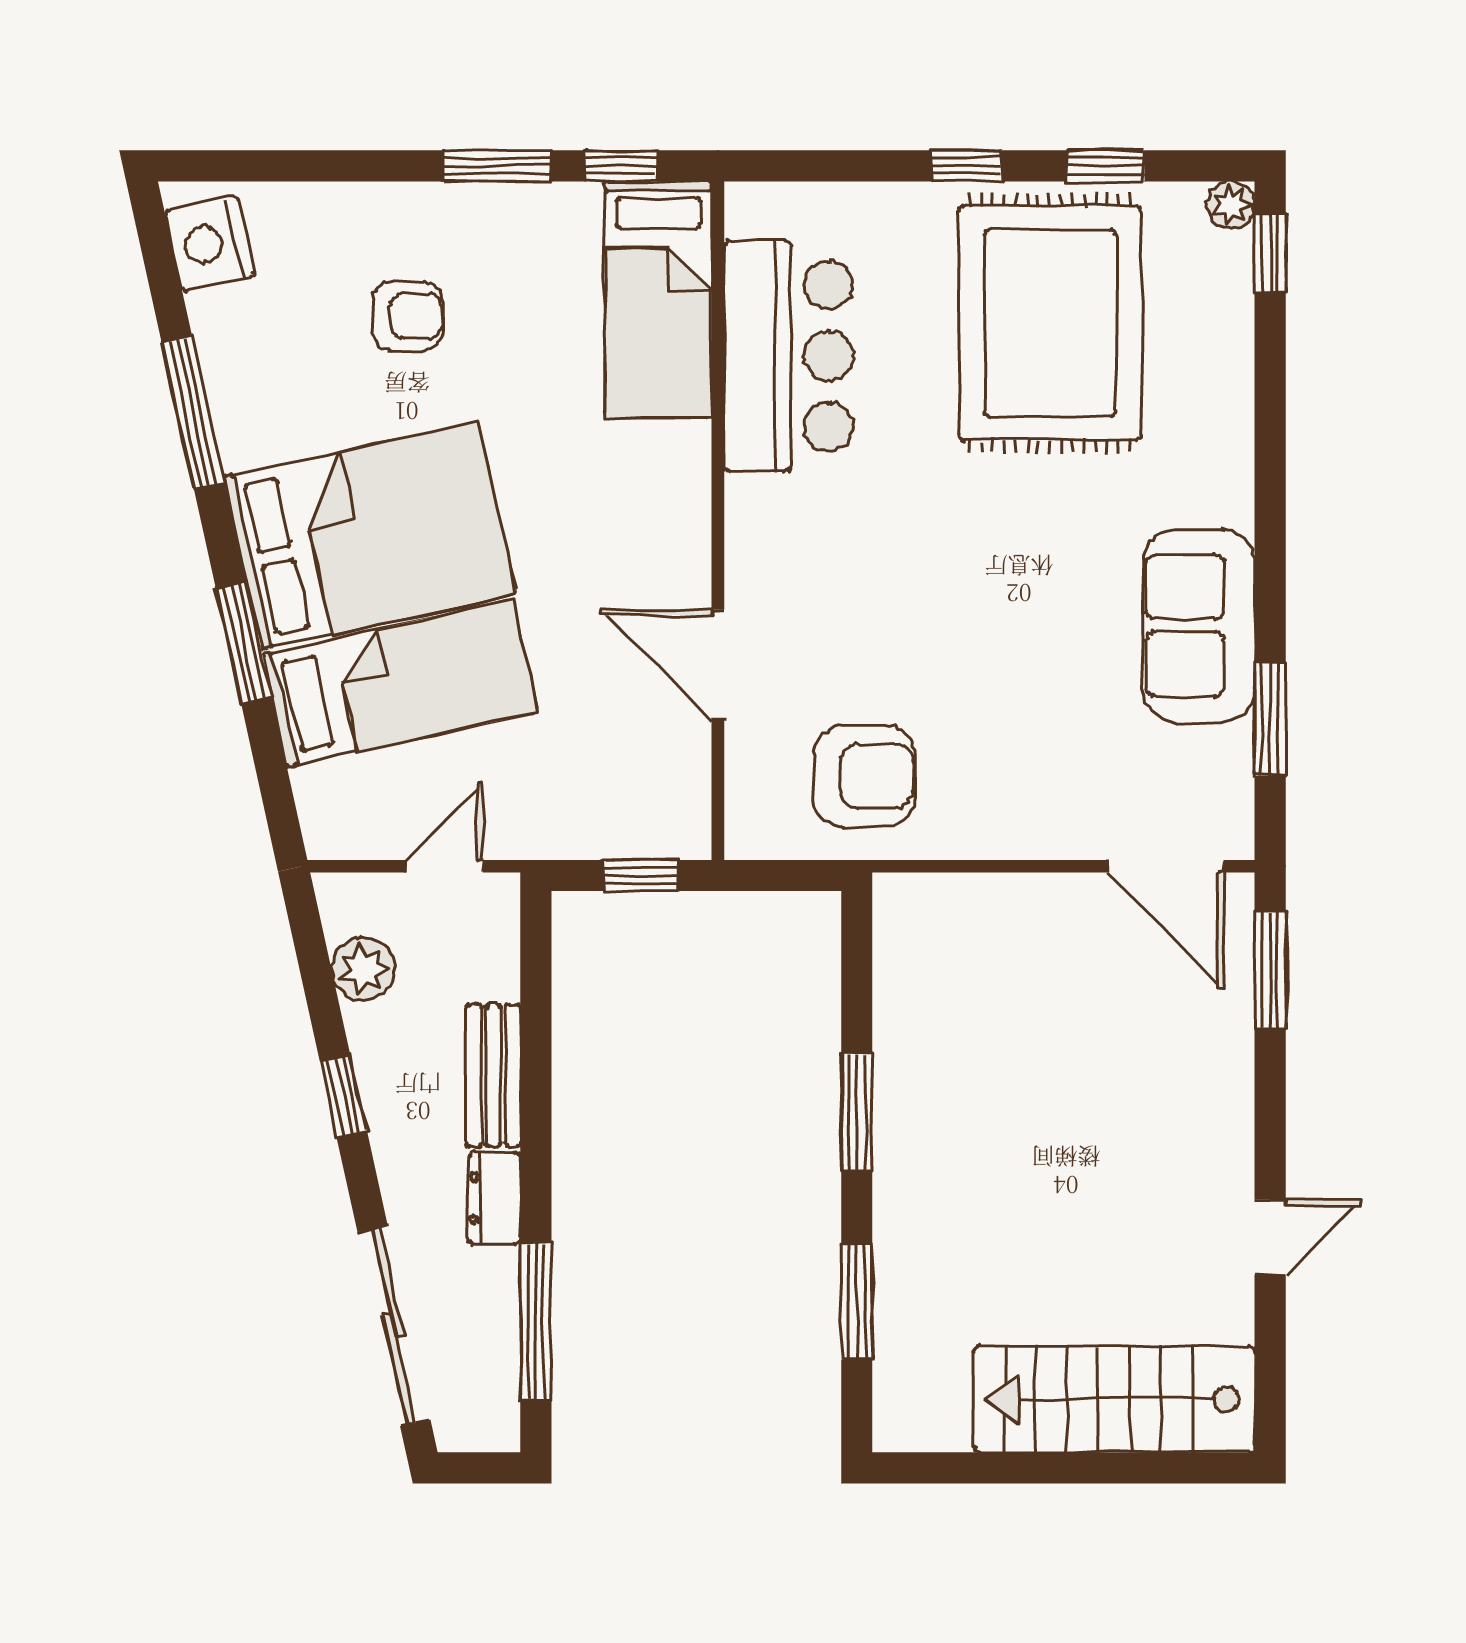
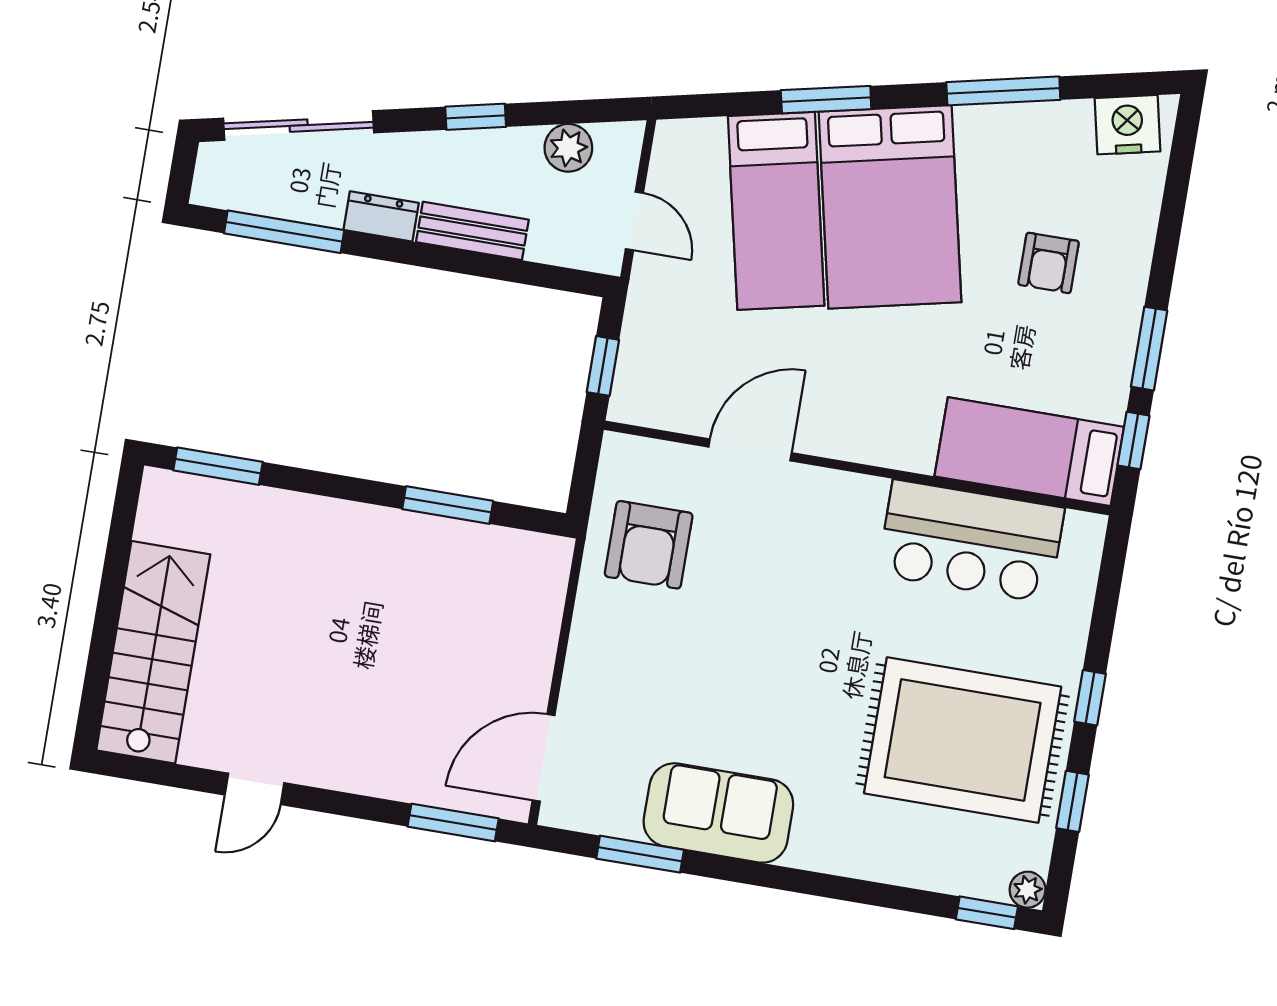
window: (857, 1112) -> (448, 505), moved
door: (1270, 1237) -> (254, 789), hinge flipped
window: (857, 1302) -> (218, 466), moved

